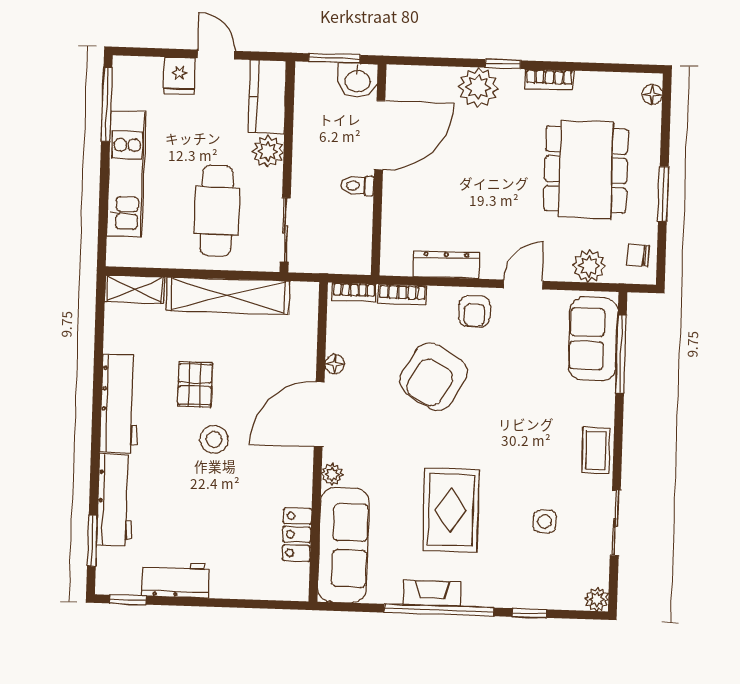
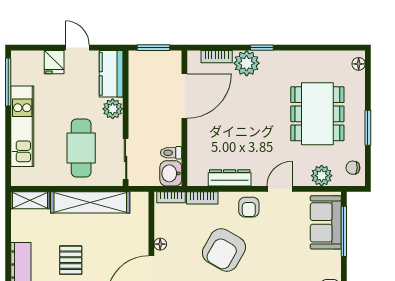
bookcase: (549, 79) -> (217, 57), moved
washbasin: (358, 80) -> (171, 173), moved, turned 90
toilet: (357, 186) -> (171, 153), moved

